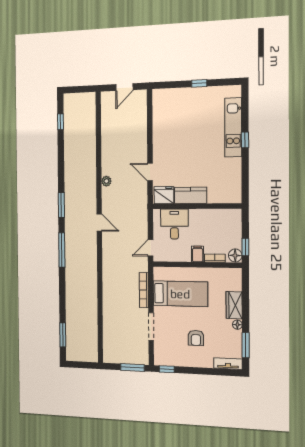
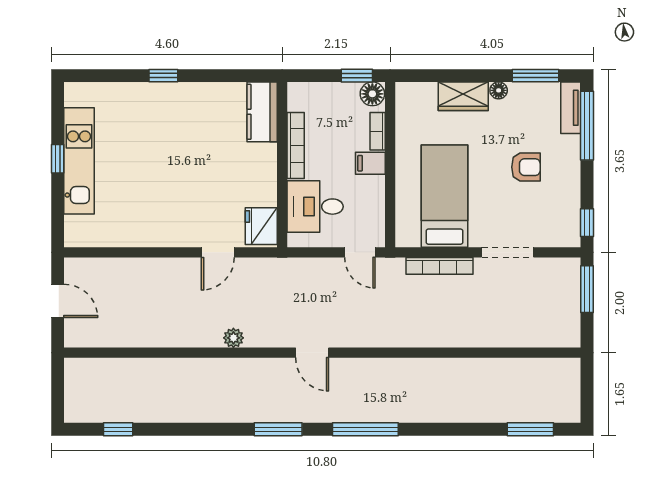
kitchen unit: (233, 127) -> (79, 161), moved, turned -90
kitchen counter: (191, 195) -> (262, 112), moved
bookcase: (207, 213) -> (296, 145), added
door: (99, 222) -> (312, 353), swing flipped
window: (218, 372) -> (587, 126), added

